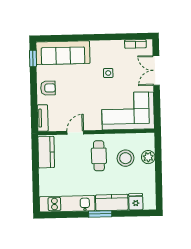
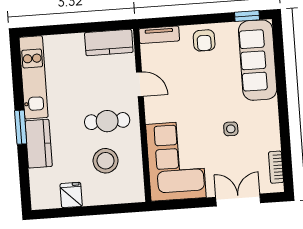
plant: (148, 157) -> (109, 194), removed
fridge: (136, 202) -> (71, 195), moved, turned -90

